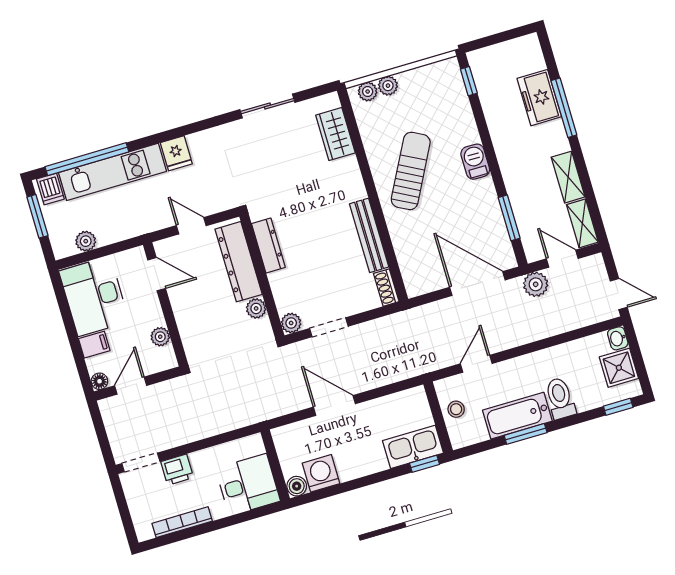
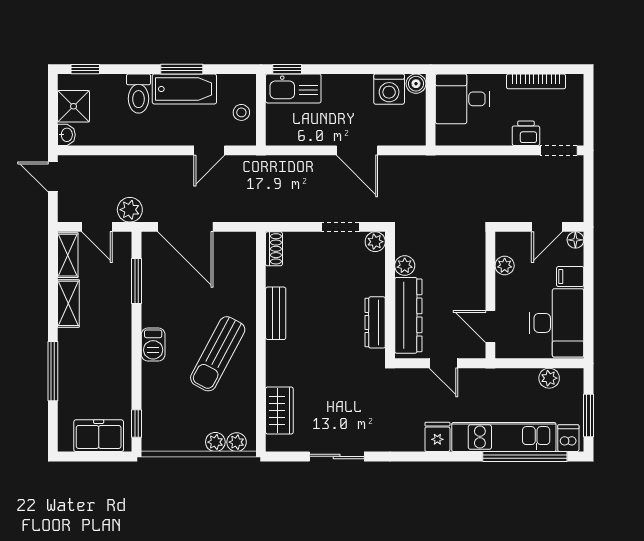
freezer: (539, 98) -> (99, 436), moved, turned -90
bench: (369, 235) -> (276, 313), width x0.73

